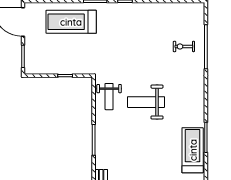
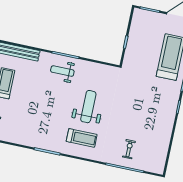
weight bench: (109, 97) -> (62, 71), moved
treadmill: (193, 150) -> (82, 138), moved, width x0.73, depth x0.73

